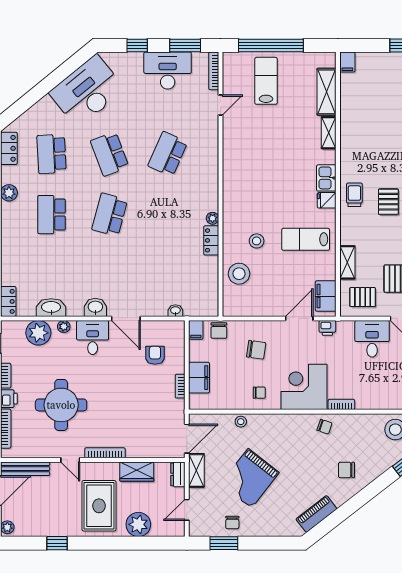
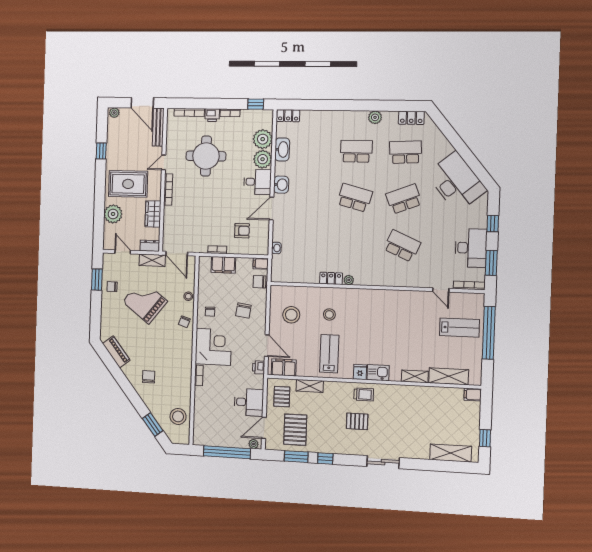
stool: (239, 274) -> (291, 315), moved
plant: (64, 327) -> (263, 159), width x1.88, depth x1.88
chair: (324, 427) -> (184, 322), moved

